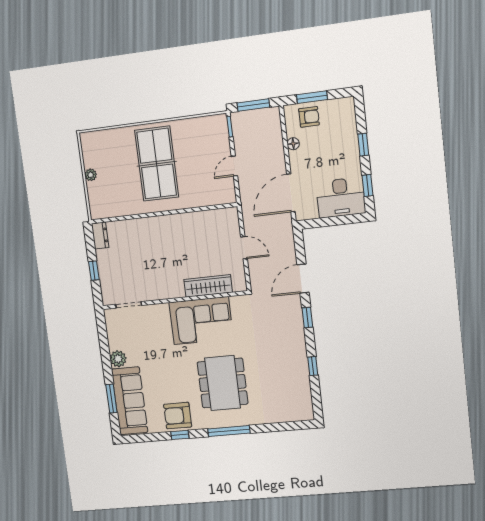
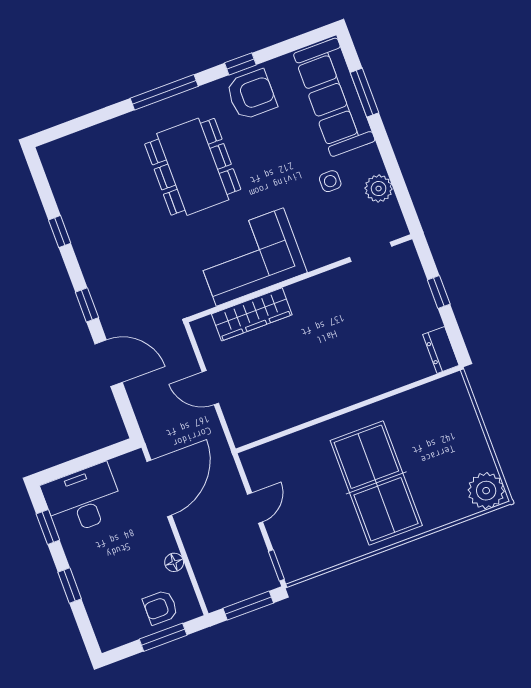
plant: (91, 175) -> (486, 491), moved, width x1.87, depth x1.87
door: (303, 279) -> (109, 363), hinge flipped
side table: (143, 353) -> (330, 181), added
plant: (118, 359) -> (379, 189), moved

